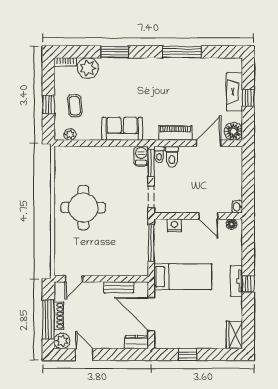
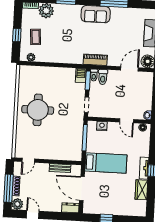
sofa: (122, 129) -> (96, 14), moved, turned 180
piano: (175, 133) -> (95, 60), moved
wardrobe: (234, 335) -> (141, 190), moved

